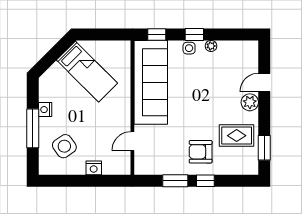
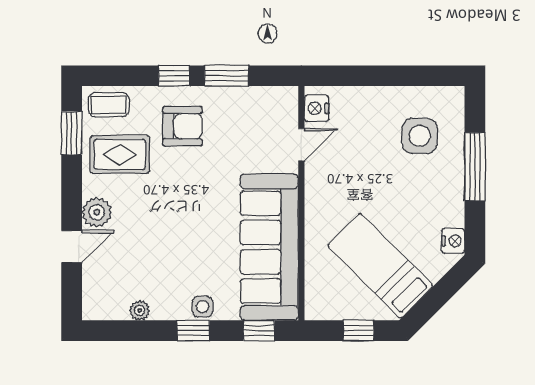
window: (100, 34) -> (358, 331), added
plant: (211, 46) -> (140, 310), moved
nightstand: (45, 110) -> (453, 241), moved
side table: (64, 146) -> (420, 136), turned 35
coffee table: (243, 164) -> (109, 105), added
nightstand: (94, 168) -> (317, 108), moved, turned -90

